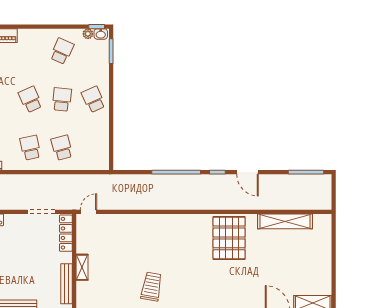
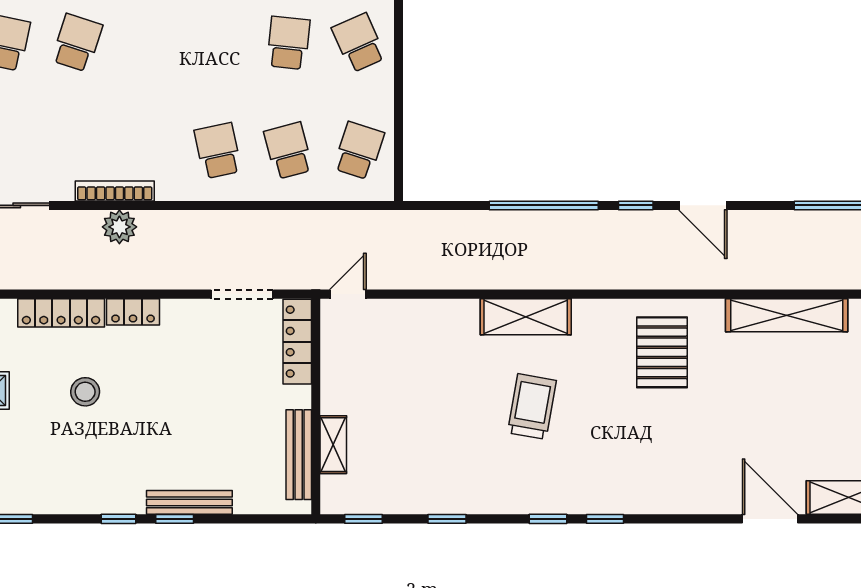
school desk: (30, 99) -> (359, 151), moved, turned 42
shelving: (168, 222) -> (526, 317), added
pallet: (229, 238) -> (662, 352), width x0.73, depth x0.71
shelving: (82, 267) -> (333, 445), moved
trolley: (151, 287) -> (532, 407), moved

